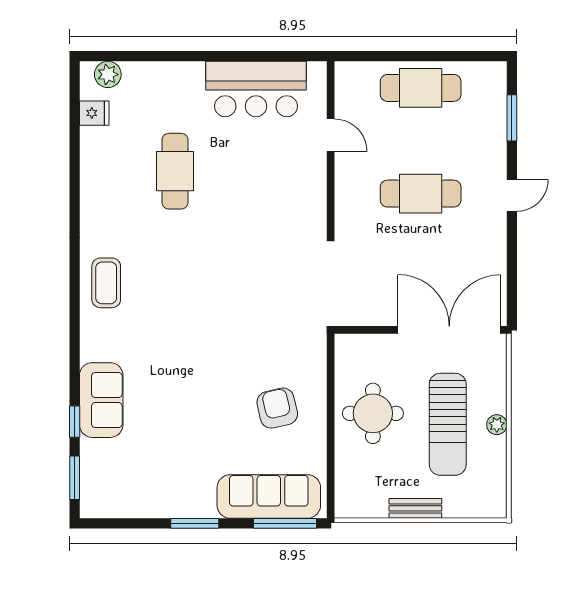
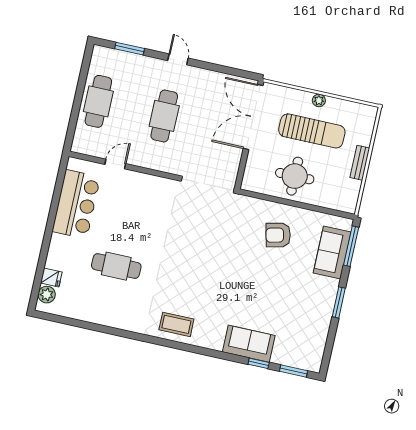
fridge: (94, 113) -> (51, 278), moved, turned 90
sofa: (269, 496) -> (332, 253), width x0.73

